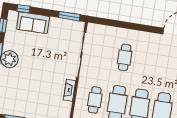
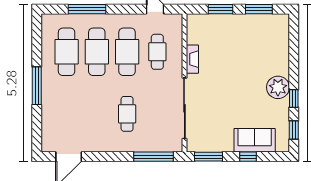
window: (23, 9) -> (248, 157), moved
window: (110, 23) -> (153, 157), added

